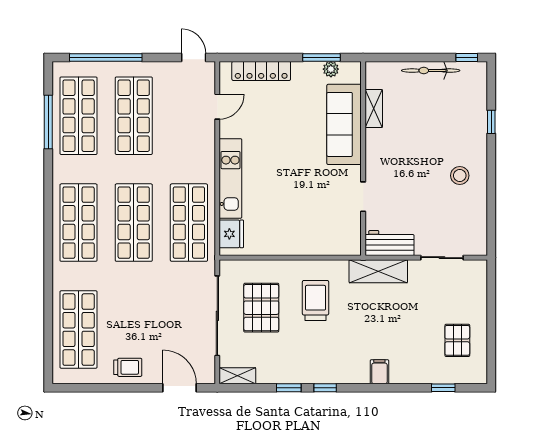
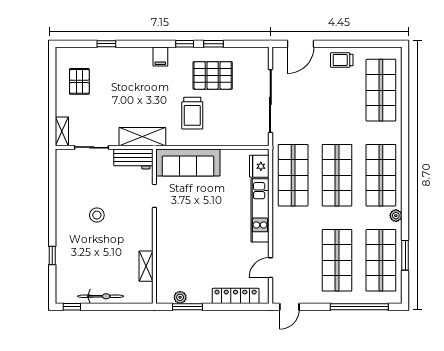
door: (194, 57) -> (289, 307), hinge flipped
window: (48, 122) -> (405, 255), width x0.69
sofa: (344, 124) -> (188, 162), moved, turned 90
plant: (60, 172) -> (396, 216), added
stool: (460, 176) -> (97, 215), moved
pallet: (261, 308) -> (213, 75), moved, turned 90
filing cabinet: (379, 372) -> (160, 57), moved
shelving: (237, 376) -> (62, 131), moved, turned 90
door: (180, 388) -> (300, 44), hinge flipped
window: (443, 388) -> (106, 44), moved

